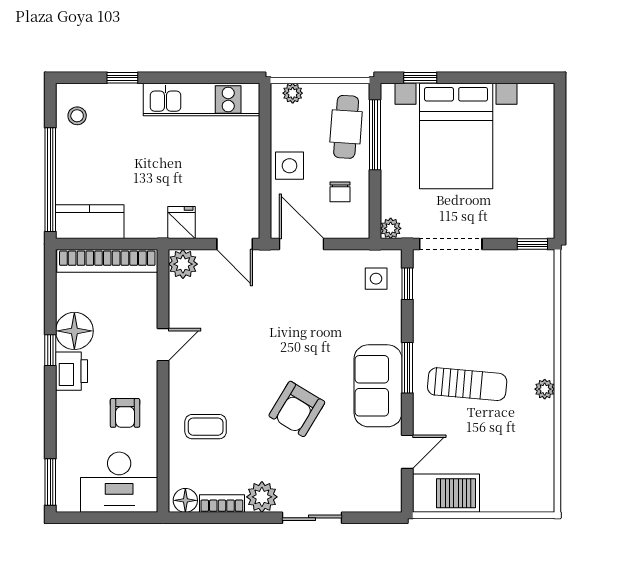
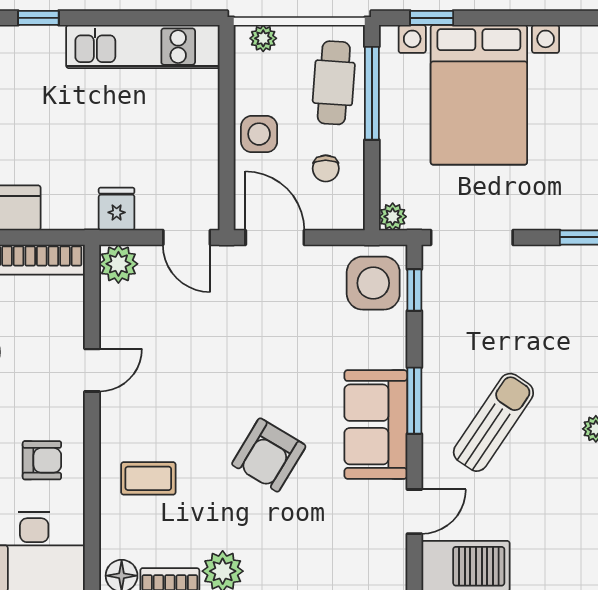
side table: (376, 279) -> (373, 283), width x1.87, depth x1.87
sun lounger: (467, 384) -> (493, 422), turned -61
armchair: (125, 413) -> (42, 460), turned -90

